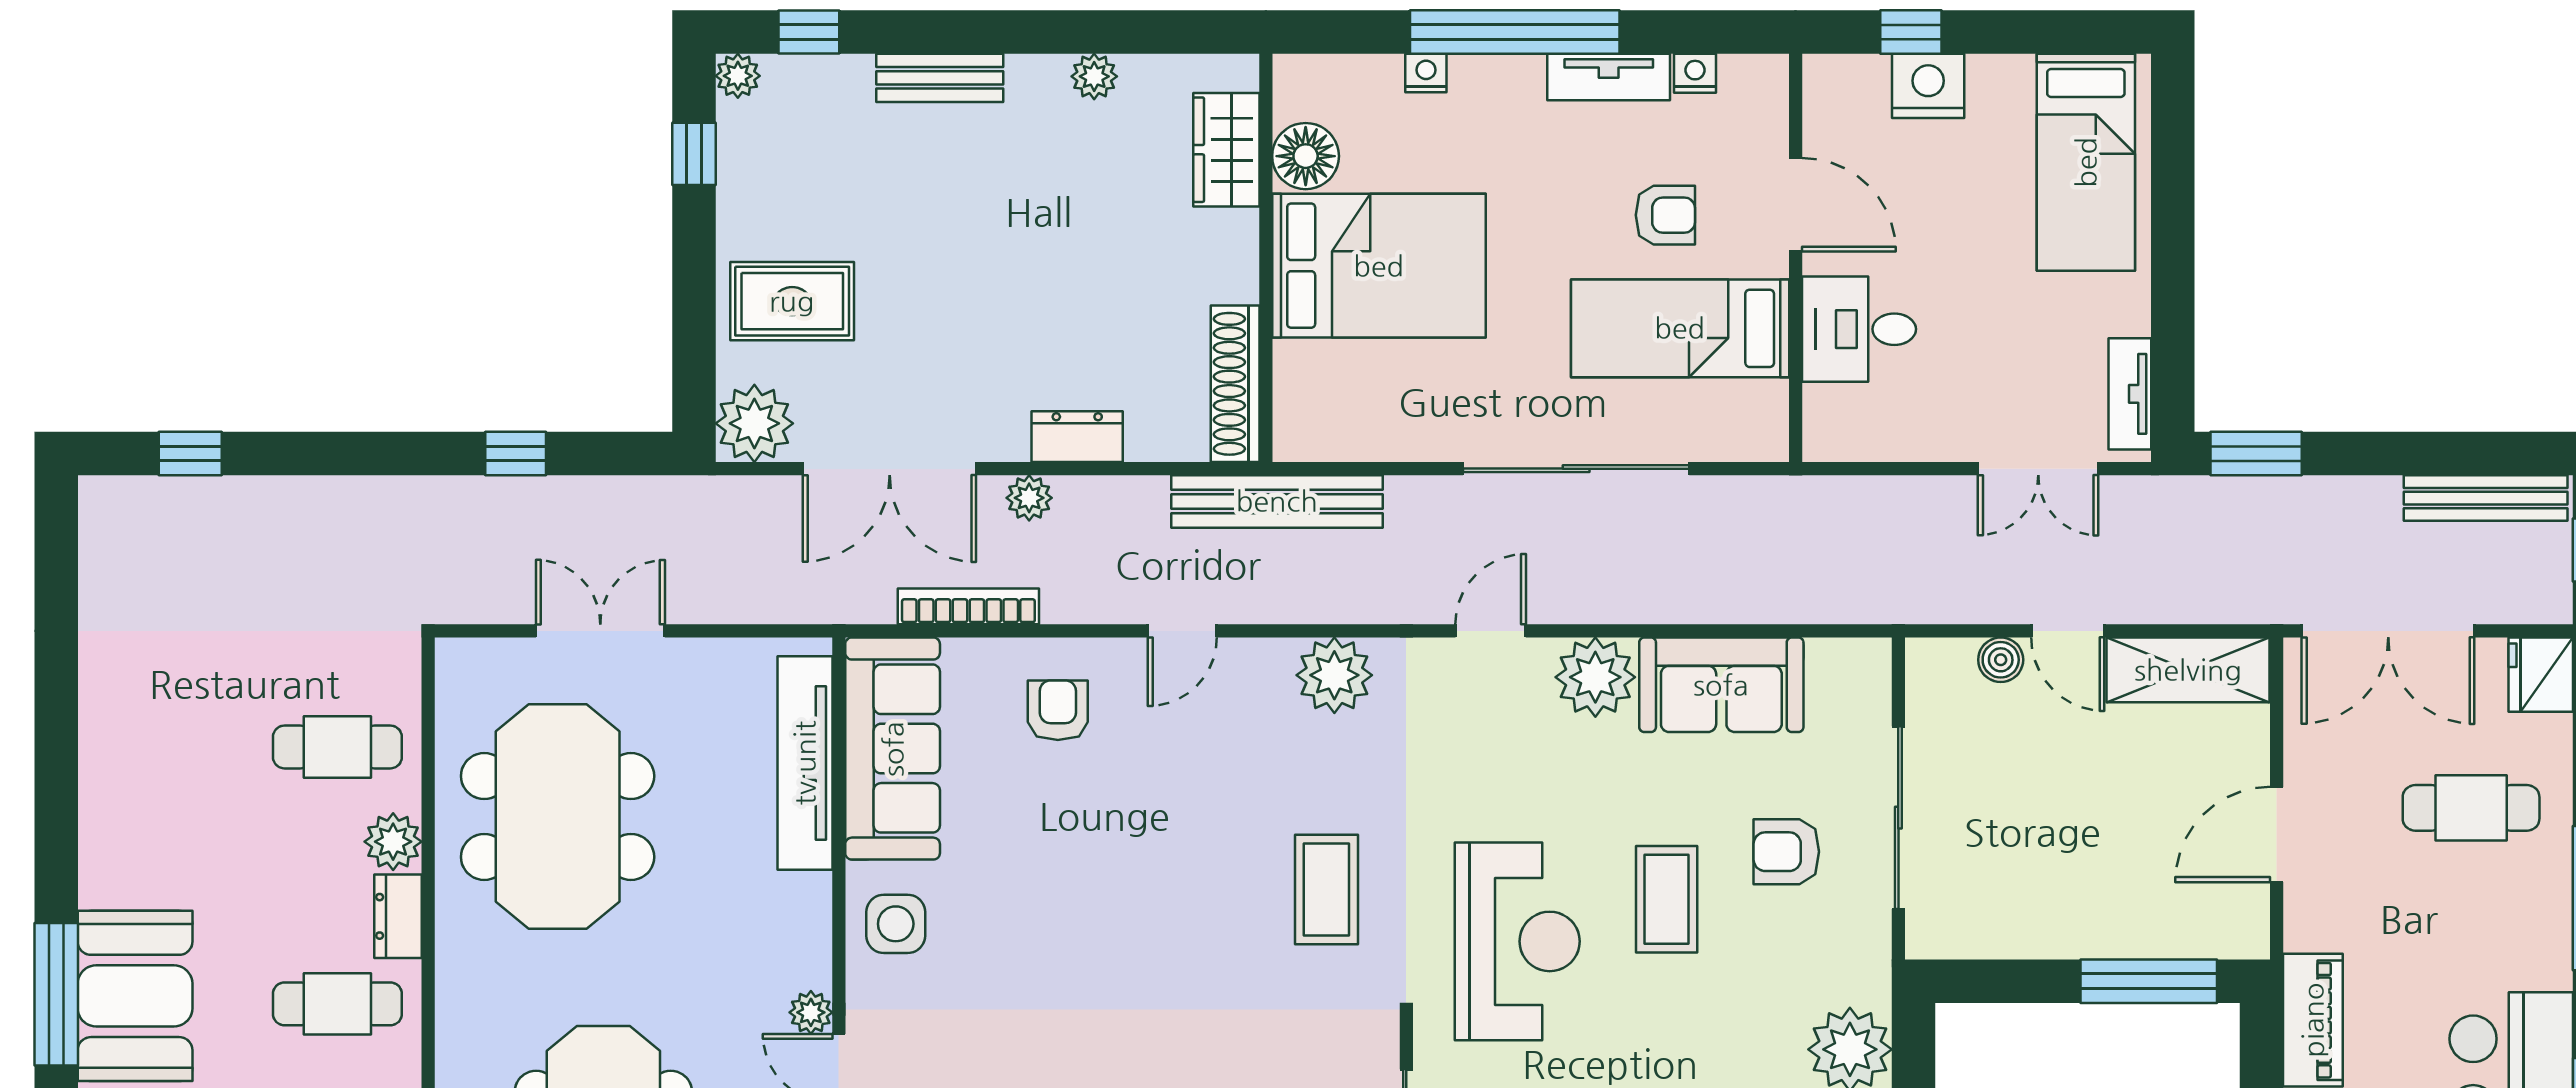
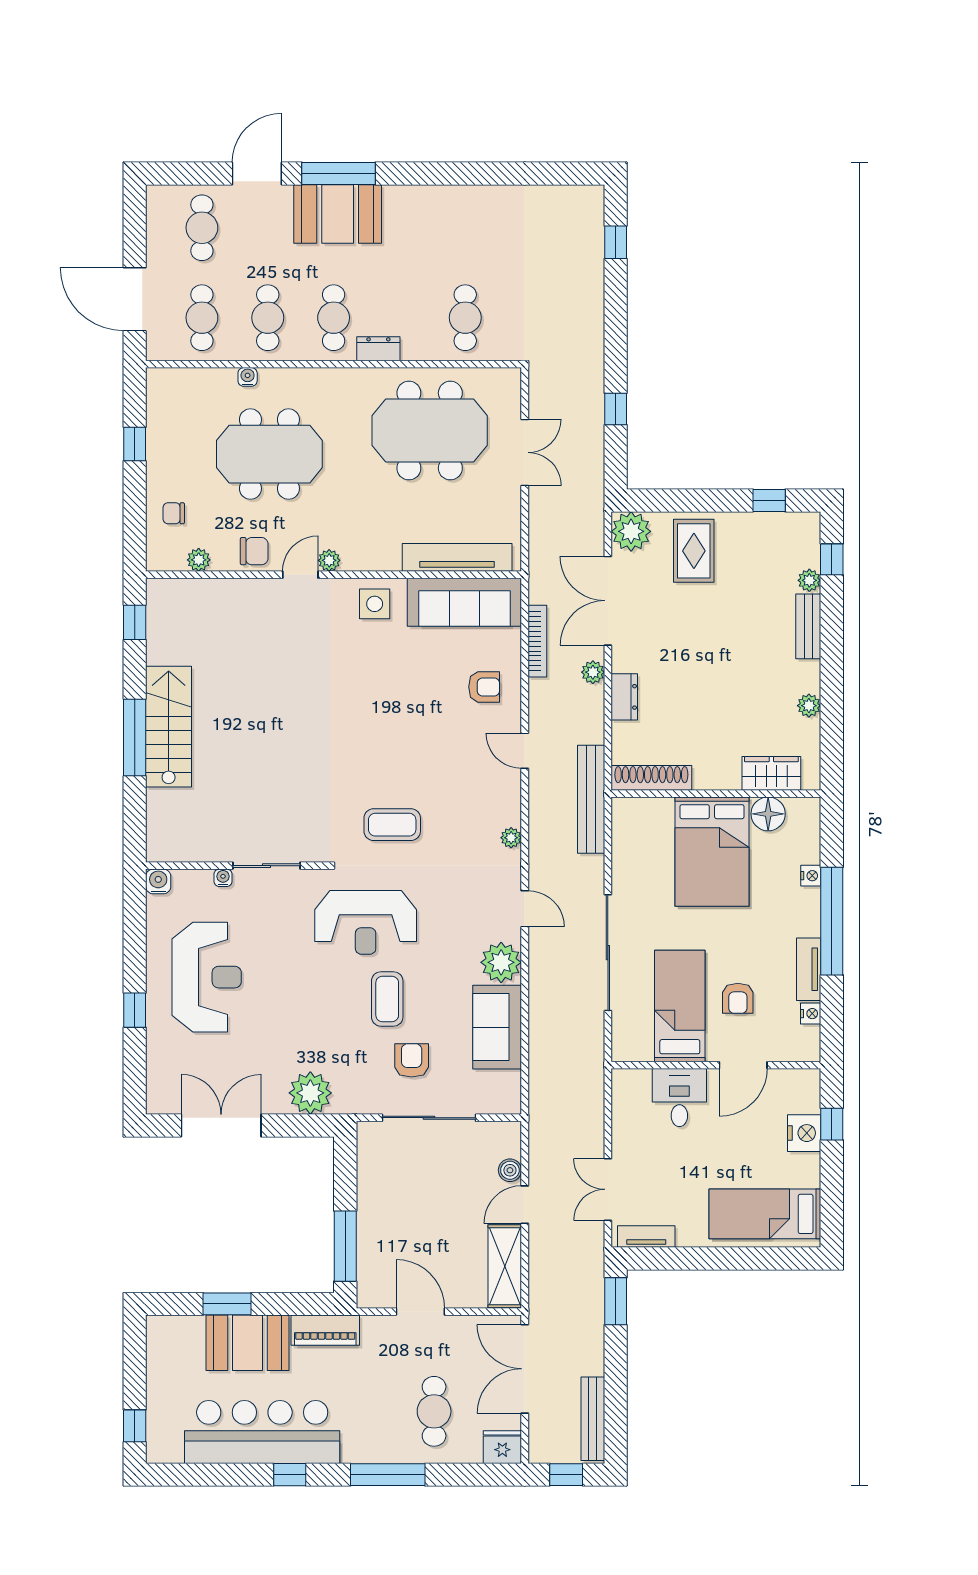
plant: (738, 76) -> (809, 580), moved
plant: (1334, 675) -> (511, 838), width x0.53, depth x0.53
plant: (393, 842) -> (417, 346), removed
coffee table: (1667, 899) -> (387, 999), turned 90

